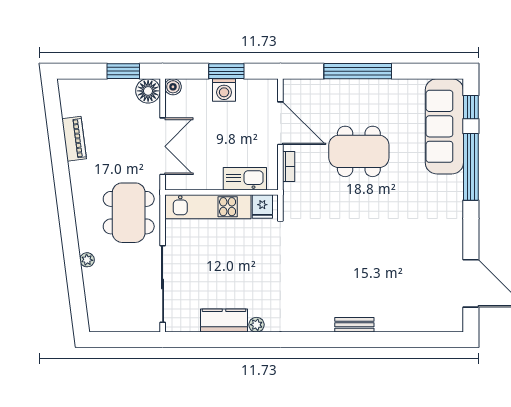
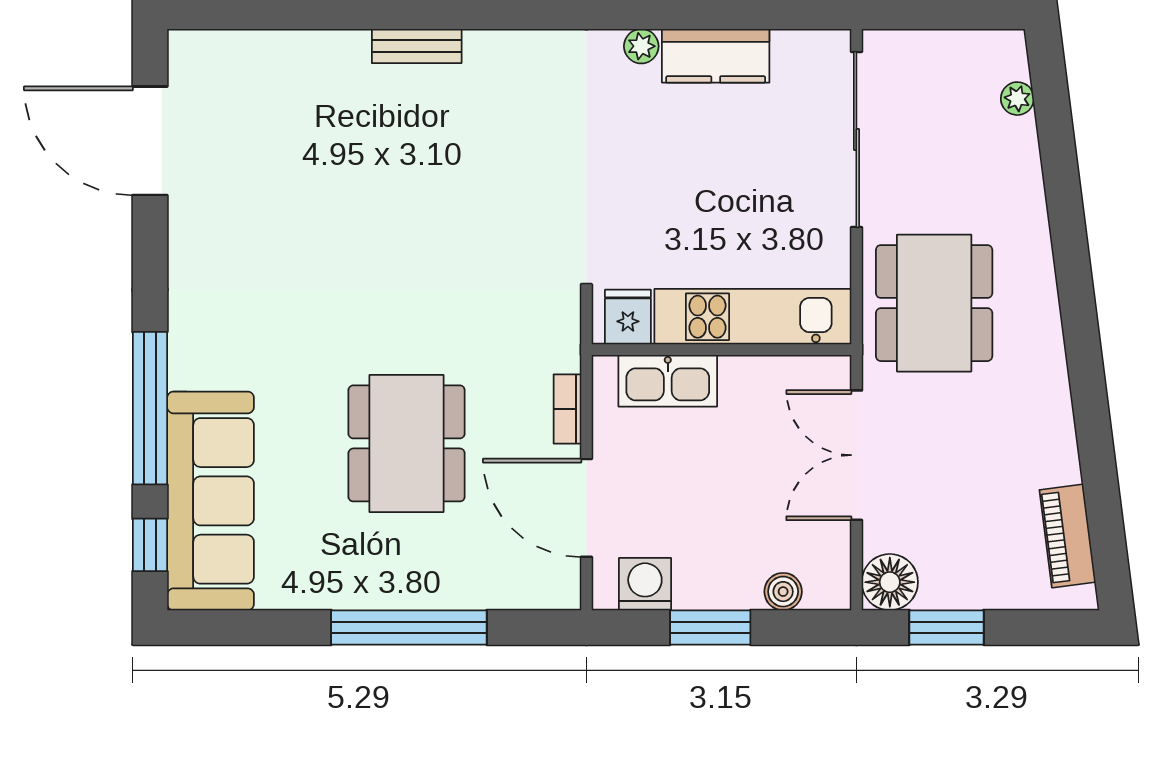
boiler: (173, 87) -> (783, 592), moved
washing machine: (224, 90) -> (645, 584), moved
piano: (74, 139) -> (1068, 536), moved
dining table: (359, 151) -> (407, 443), turned 90
plant: (87, 260) -> (1017, 99), moved

